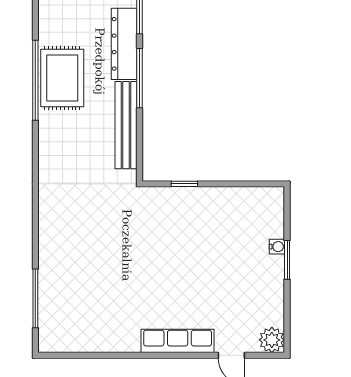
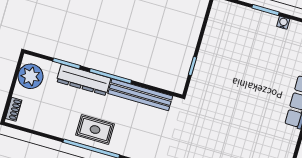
rug: (62, 78) -> (95, 130), width x0.73, depth x0.70
water cooler: (277, 247) -> (283, 23), moved

